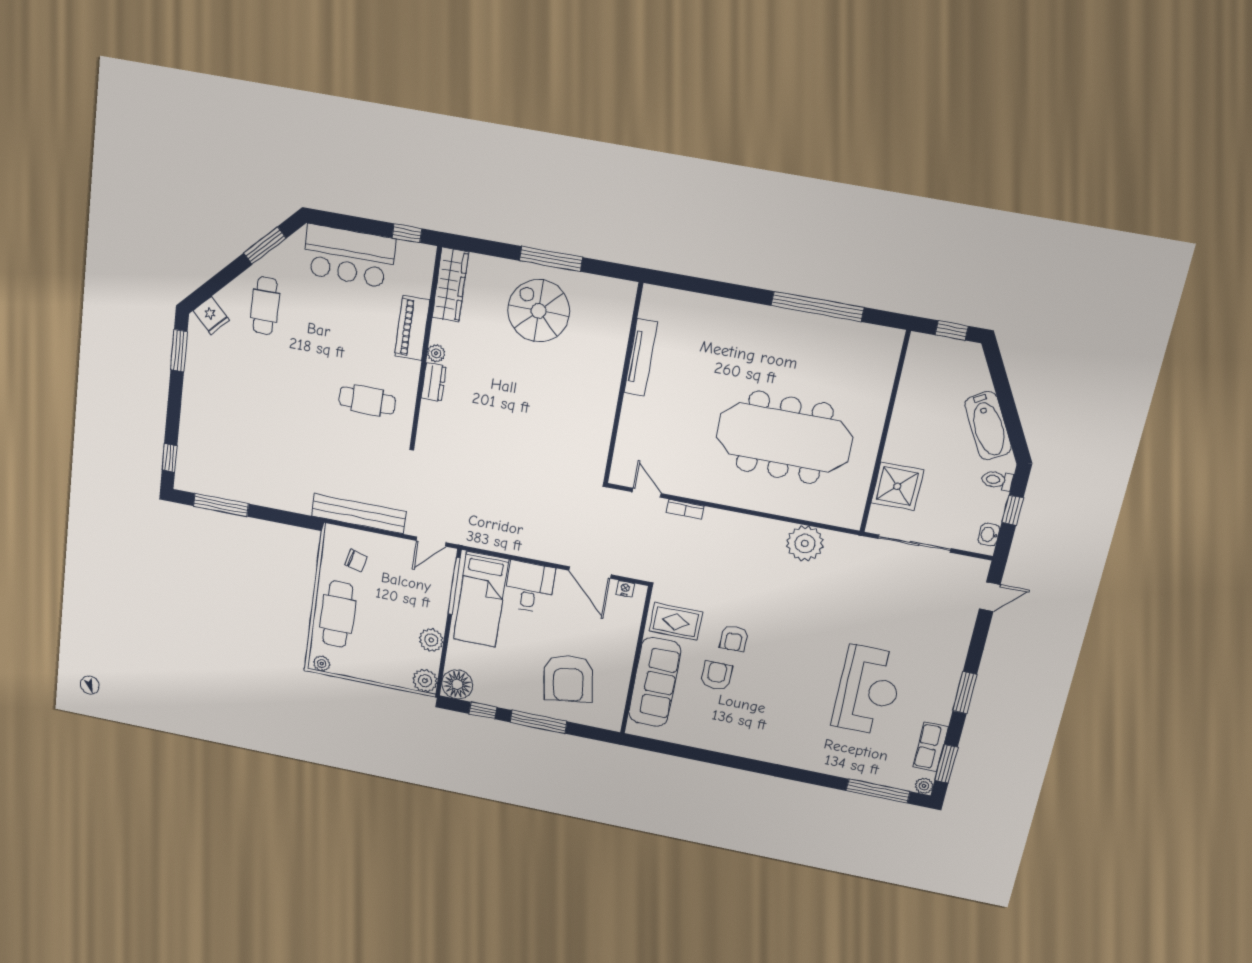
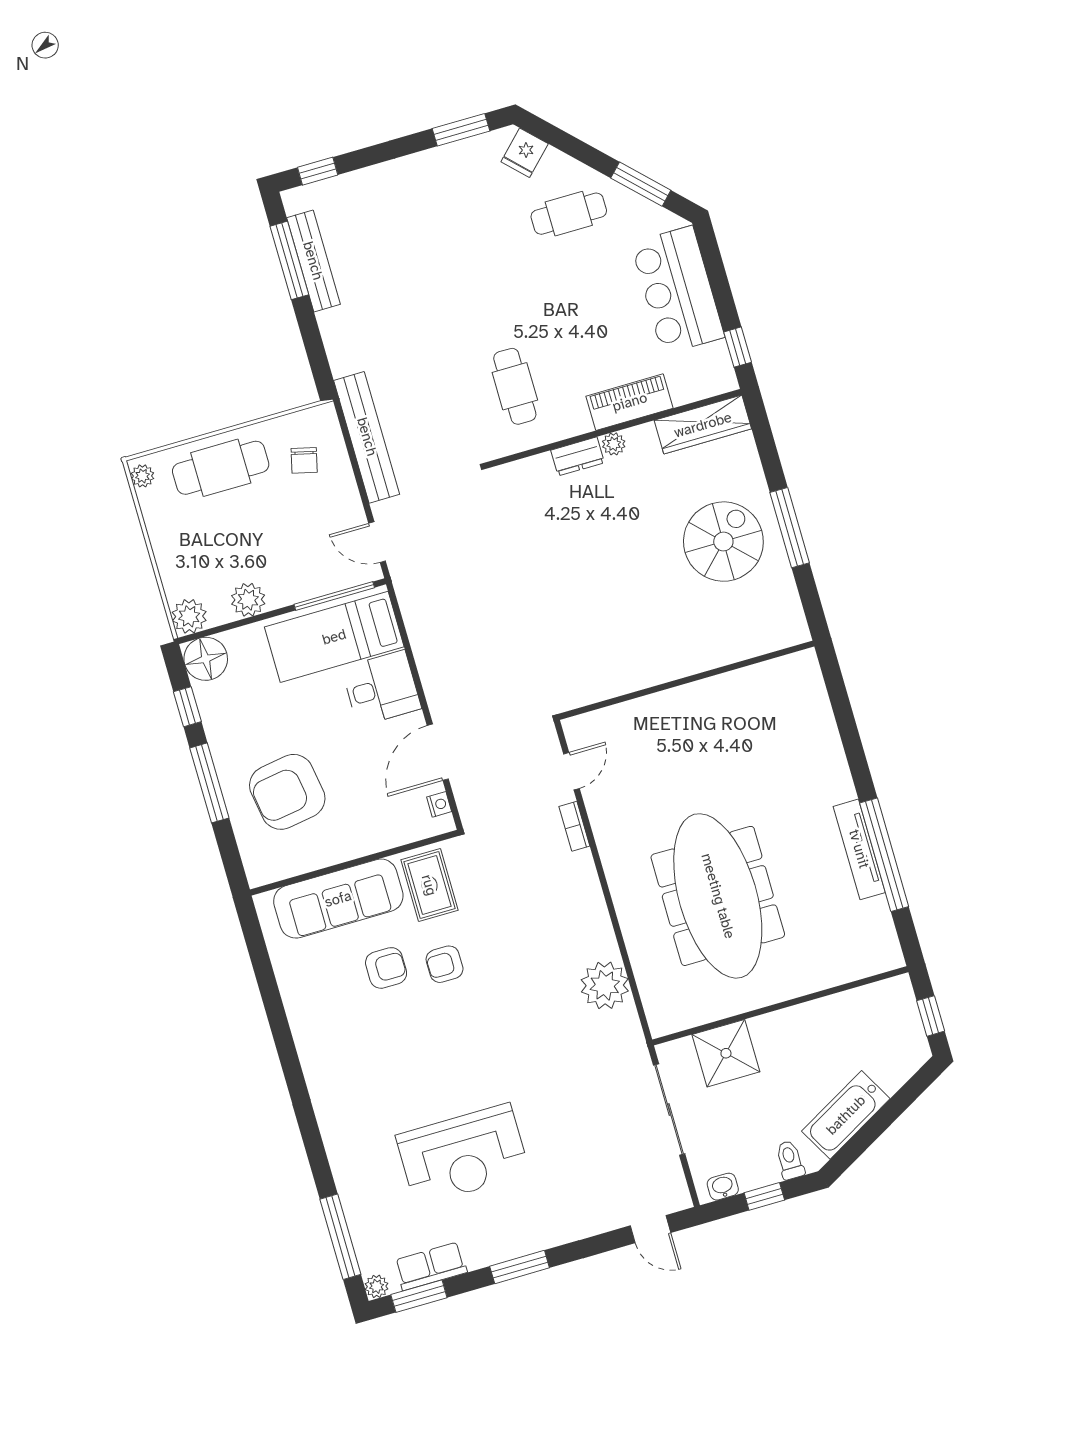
tv unit: (641, 357) -> (859, 849), moved, turned 90
bench: (228, 490) -> (313, 261), added

